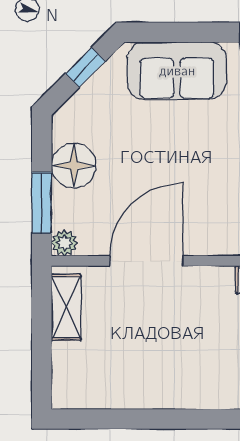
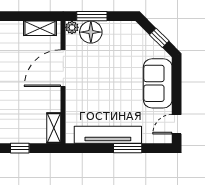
floor lamp: (74, 166) -> (91, 32), moved
door: (146, 261) -> (63, 68), swing flipped

